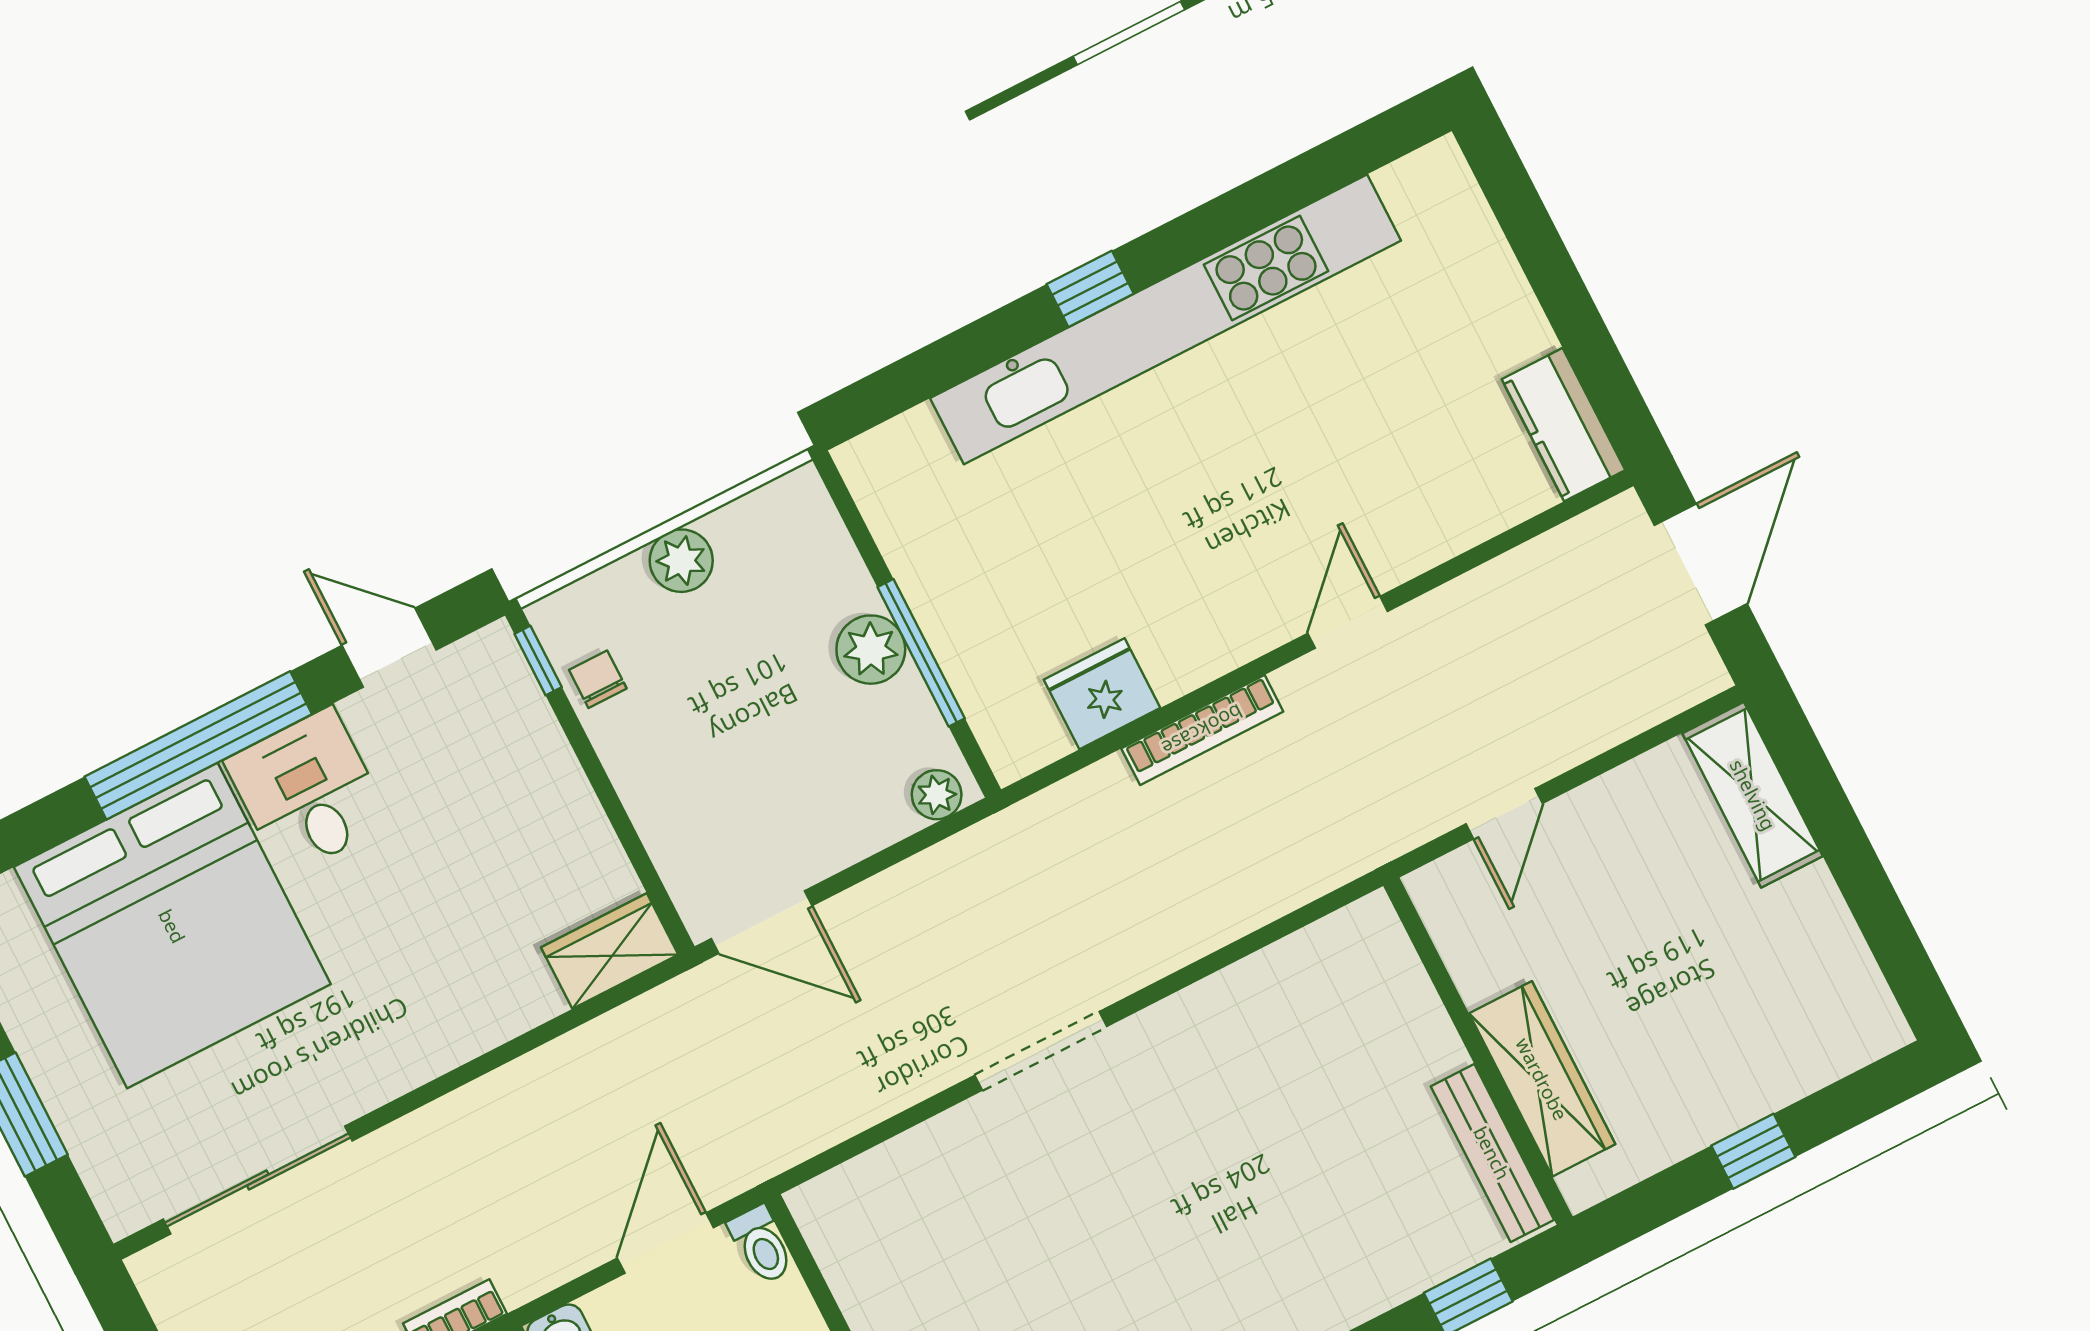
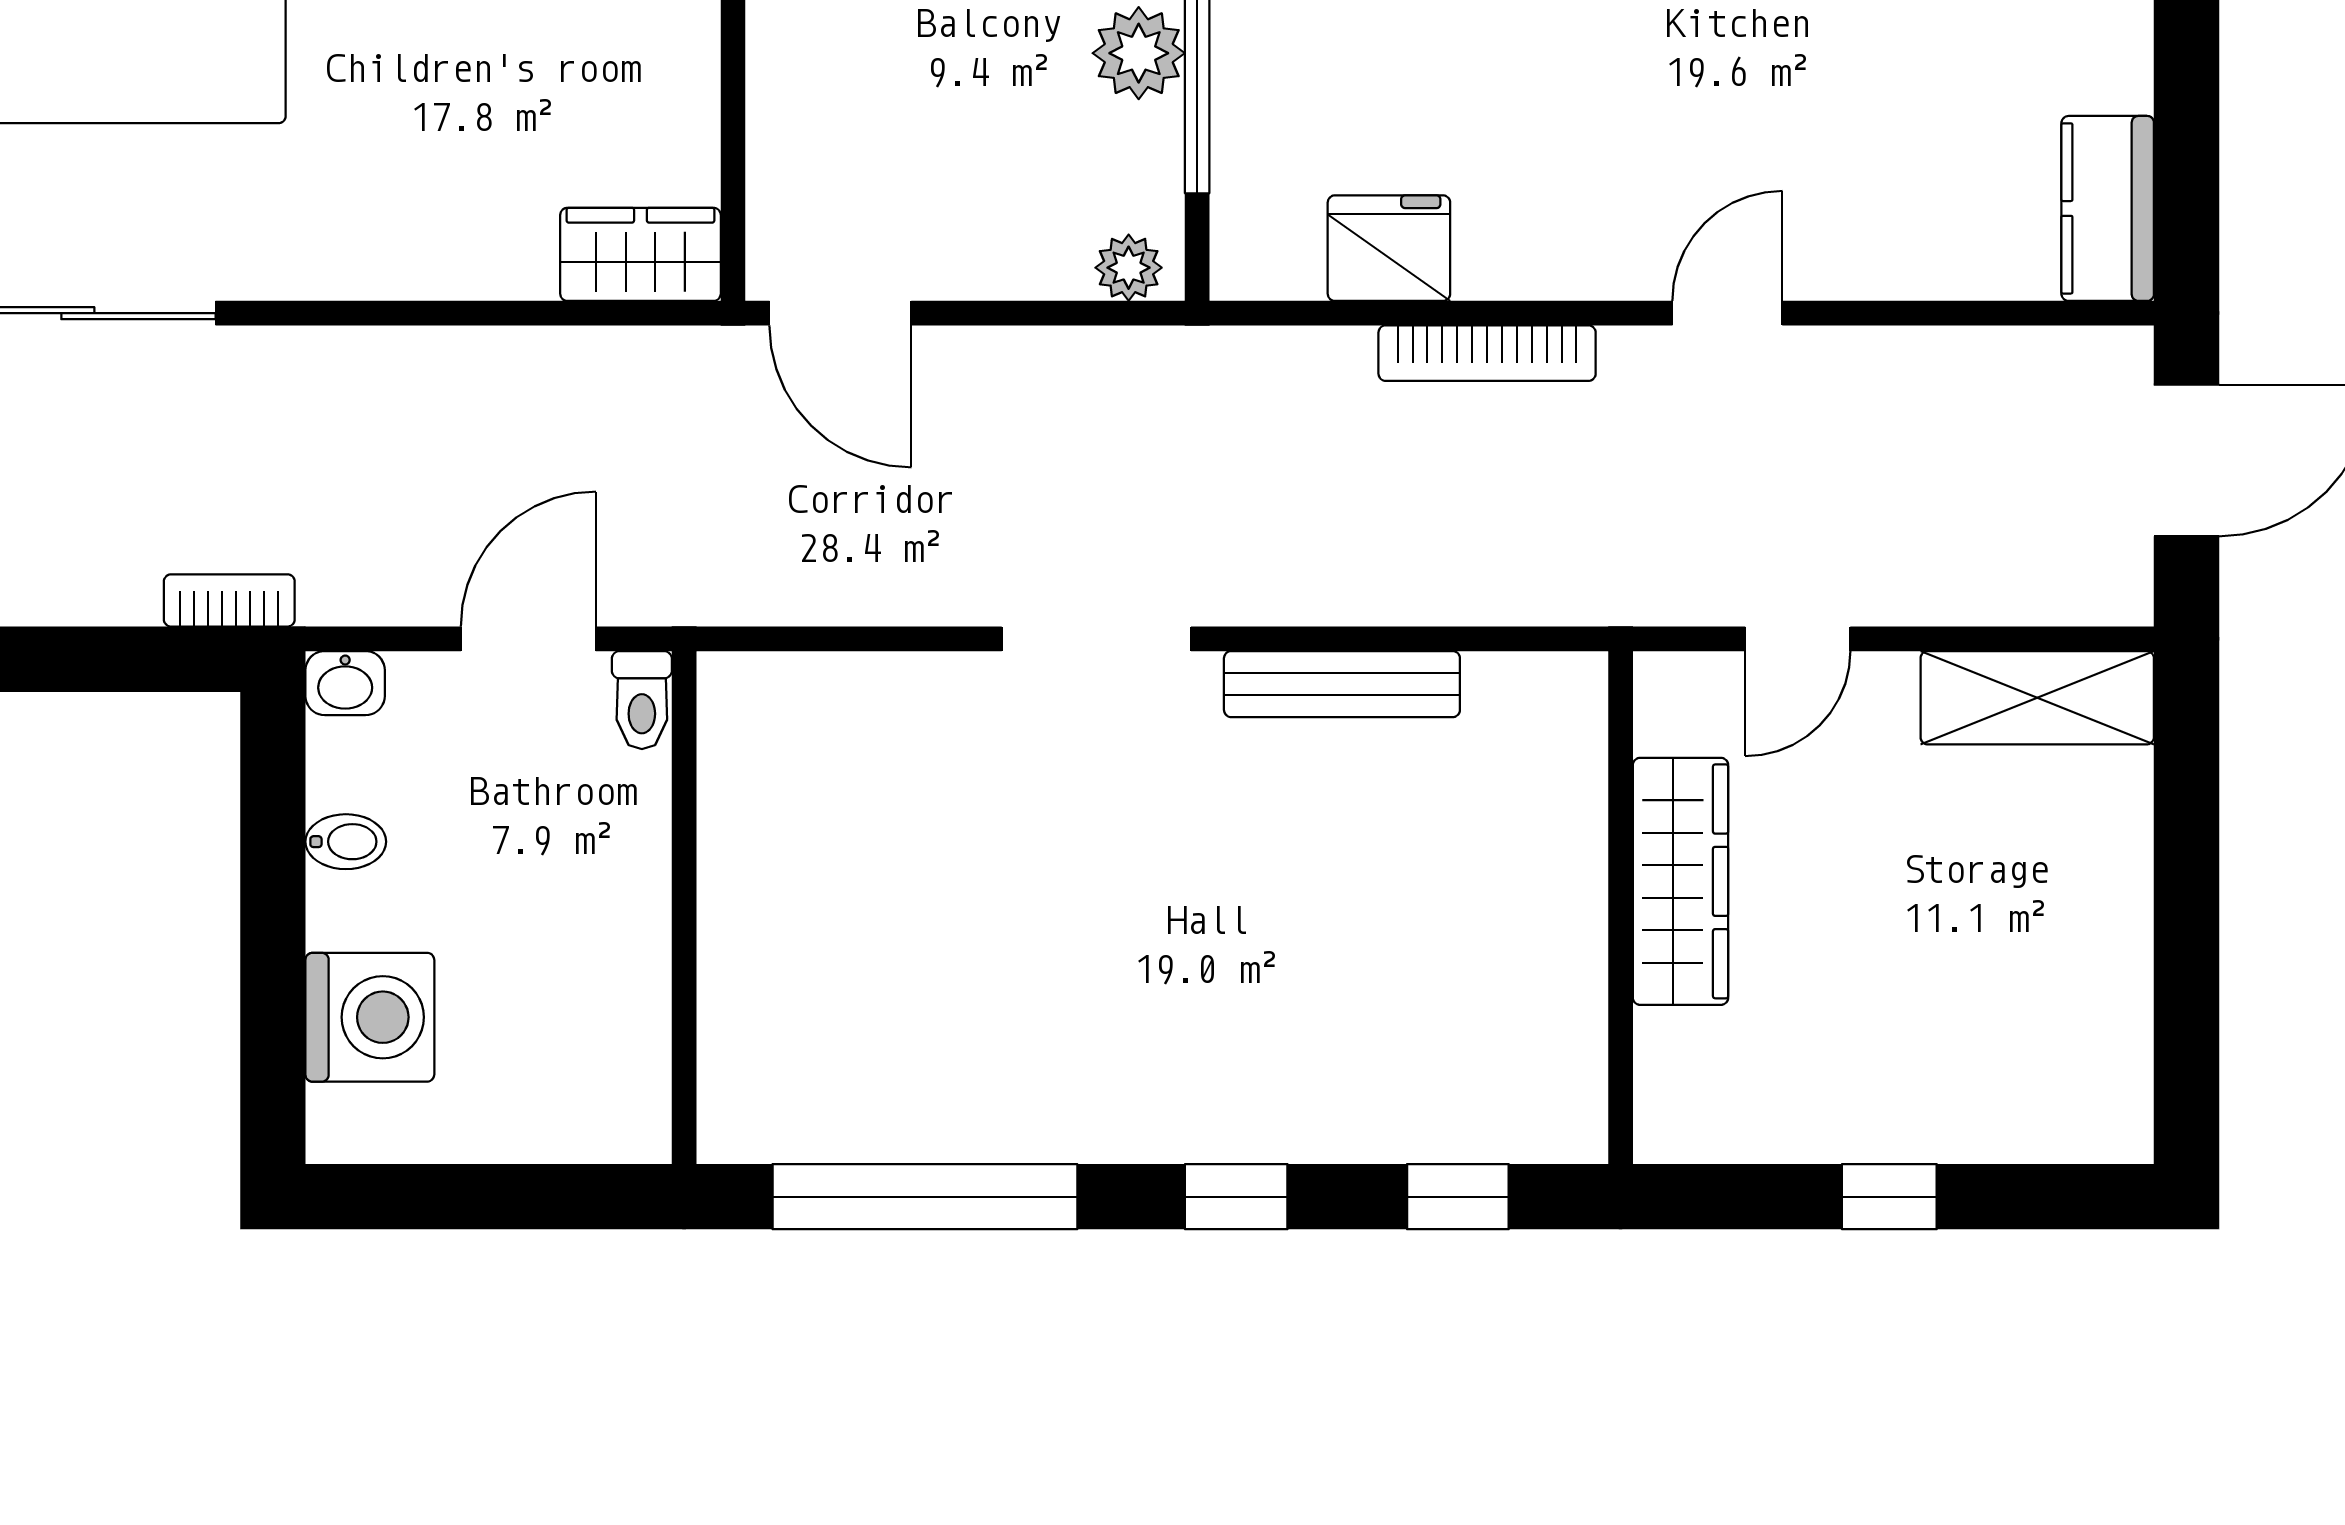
shelving: (1753, 795) -> (2037, 698), moved, turned 90
wardrobe: (1542, 1079) -> (1680, 881), moved
bench: (1492, 1153) -> (1342, 684), moved, turned 90

